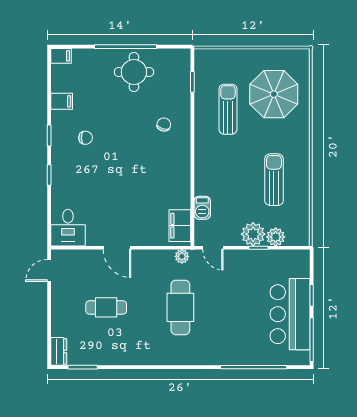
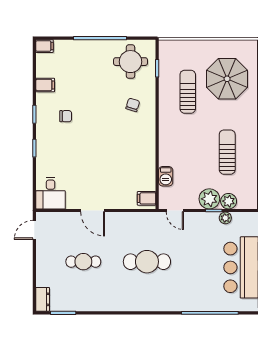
round table: (134, 72) -> (130, 62), moved
filing cabinet: (180, 226) -> (147, 198), width x0.50
plant: (182, 256) -> (225, 218), moved
cafe table: (180, 307) -> (147, 262), turned 90

